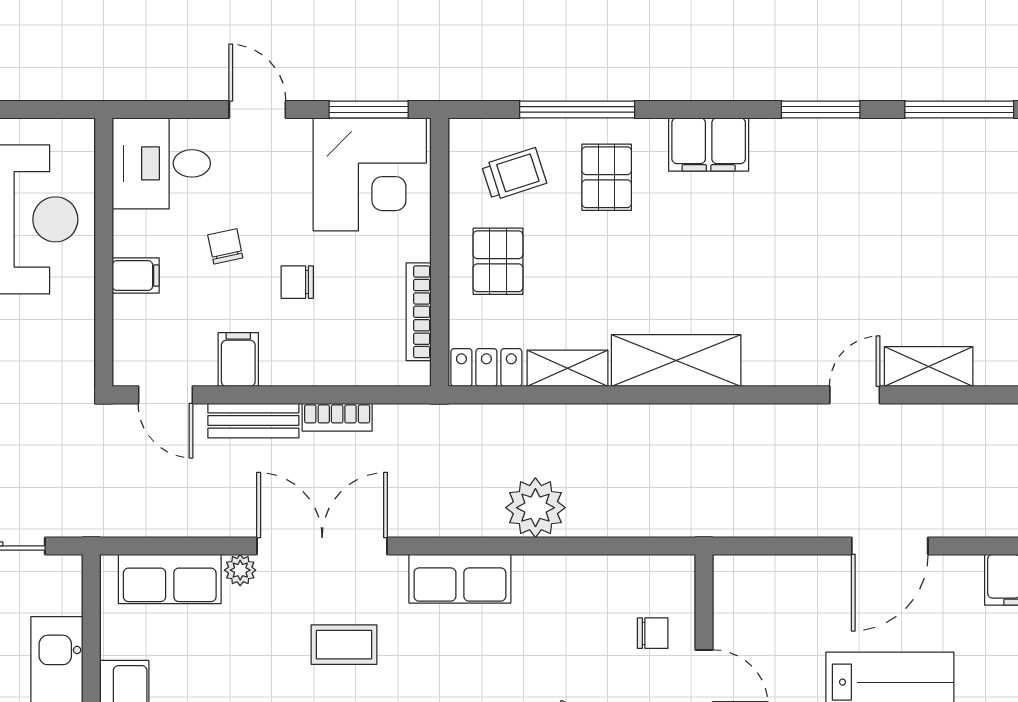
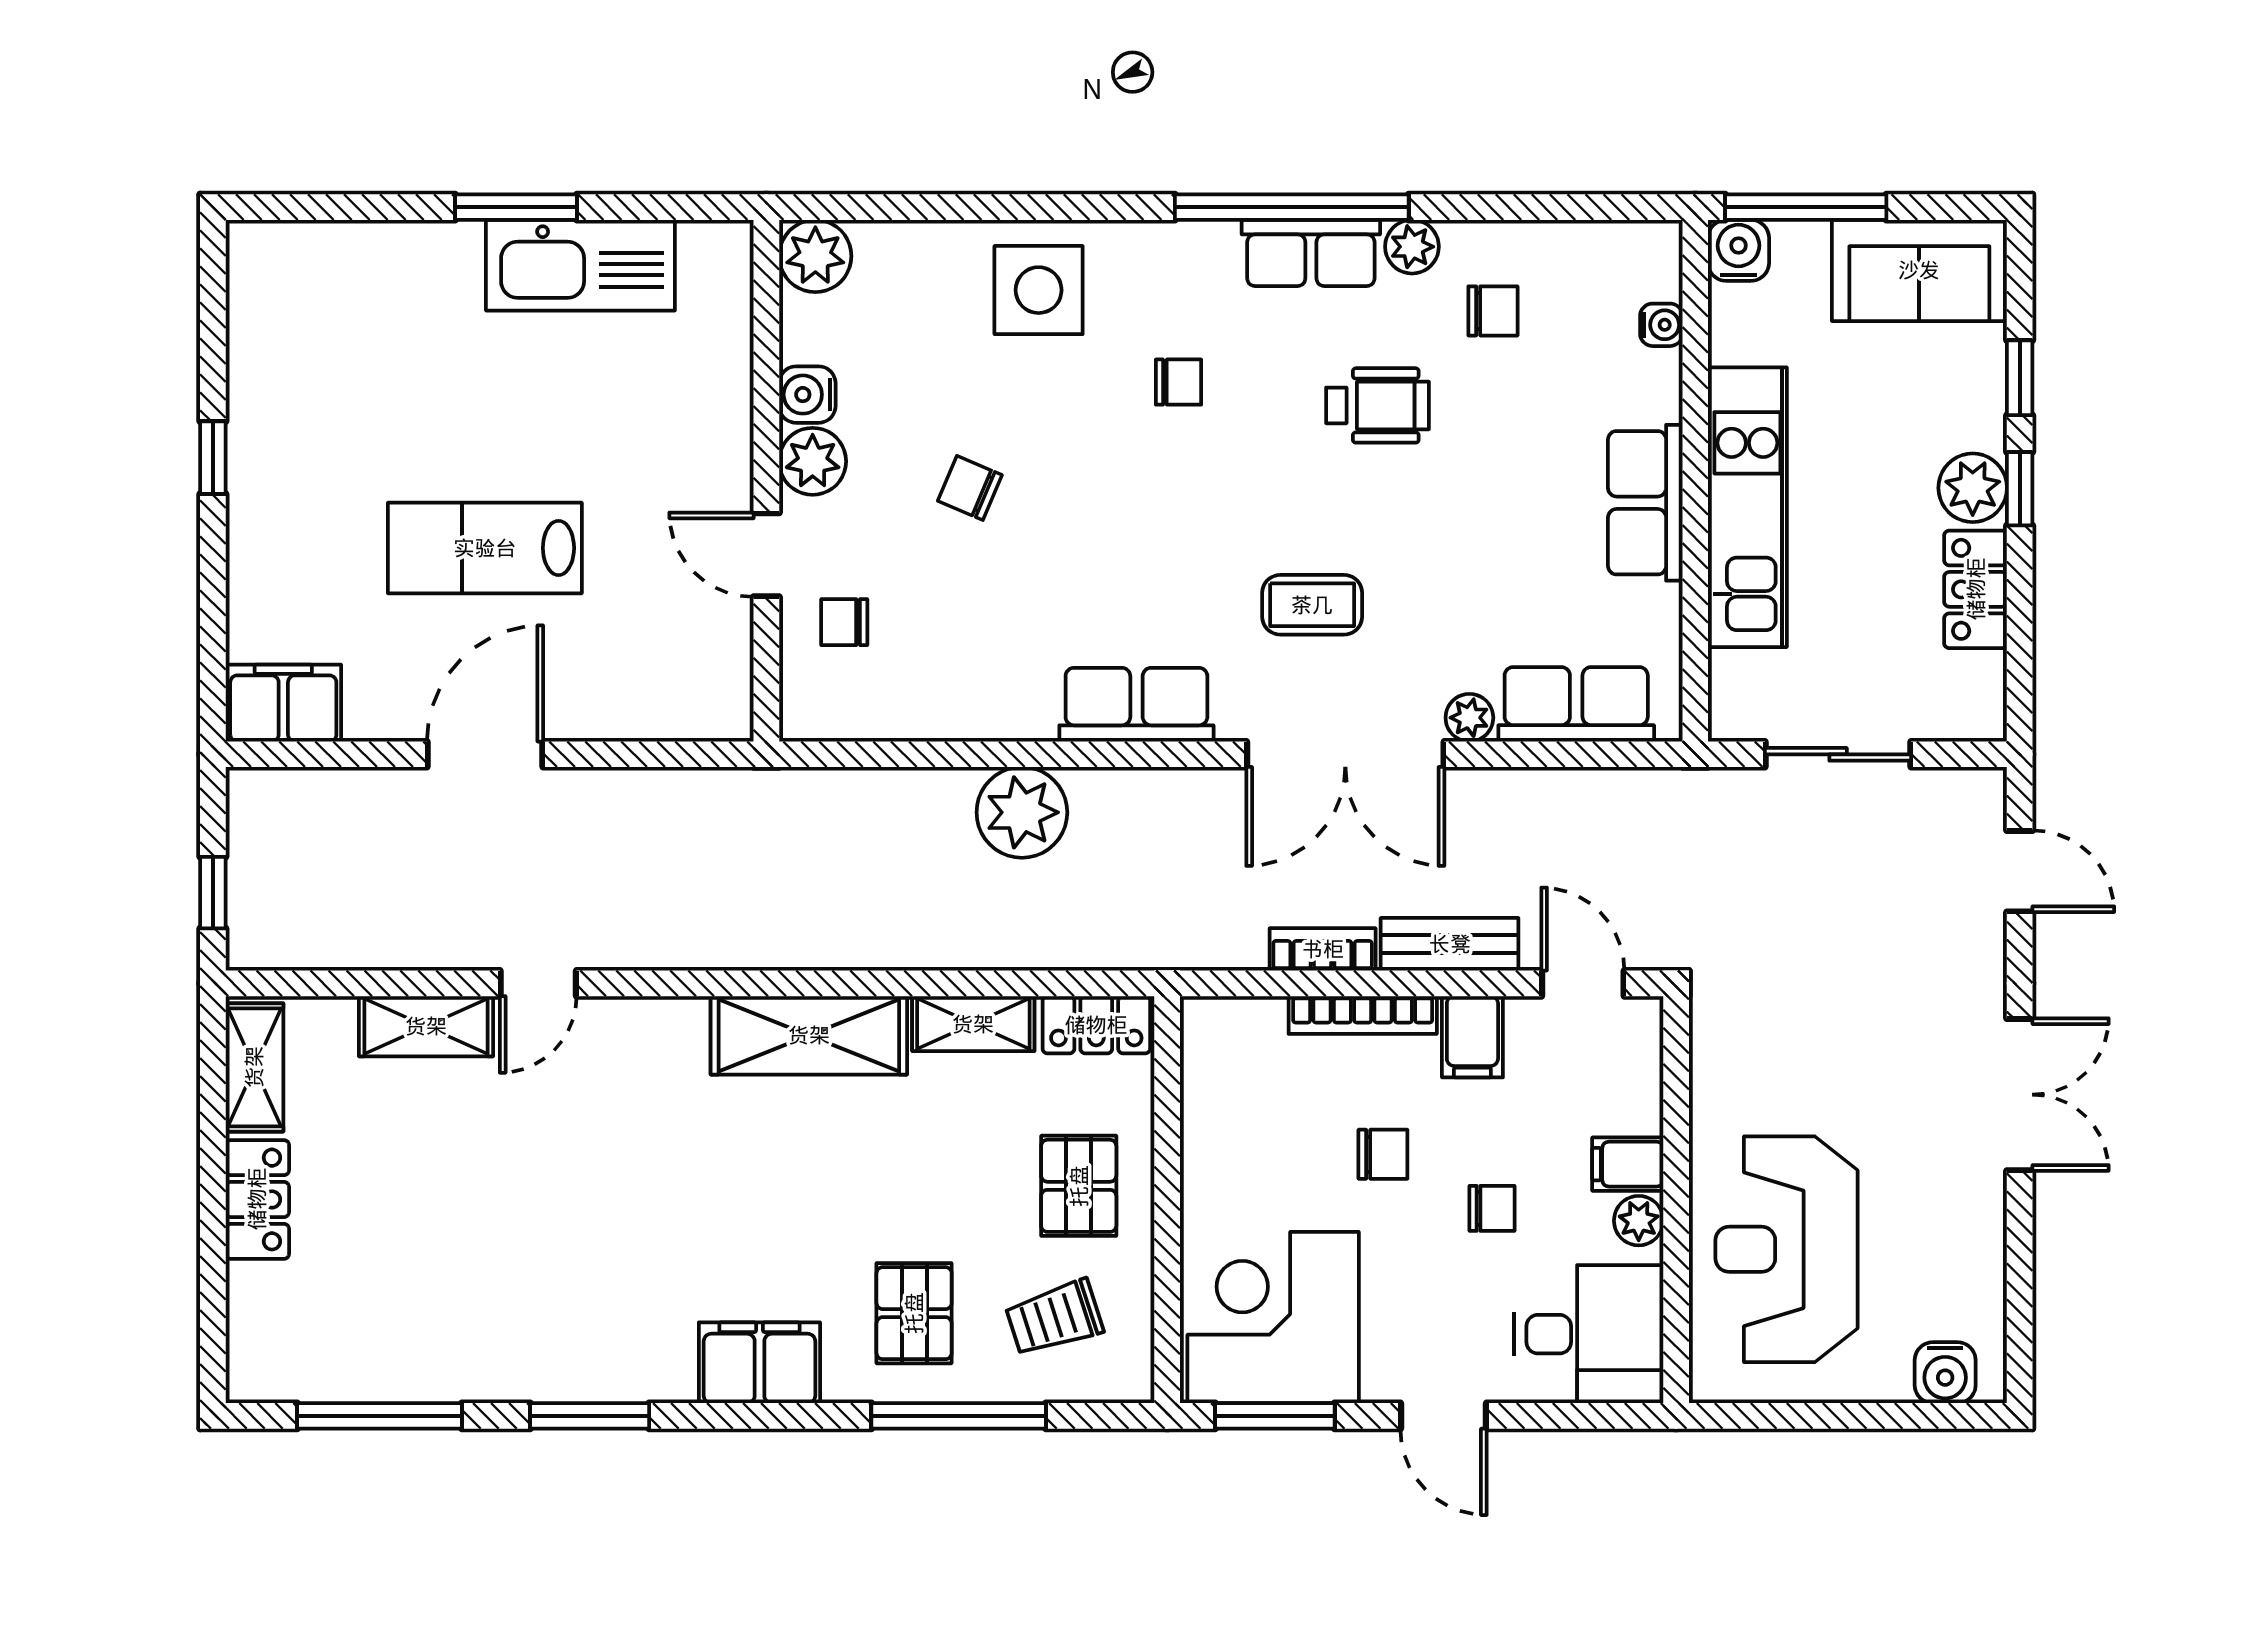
plant: (129, 238) -> (1639, 1221), added
chair: (225, 246) -> (1492, 1208), turned -78
bookcase: (419, 312) -> (1363, 1015), moved, turned 90

